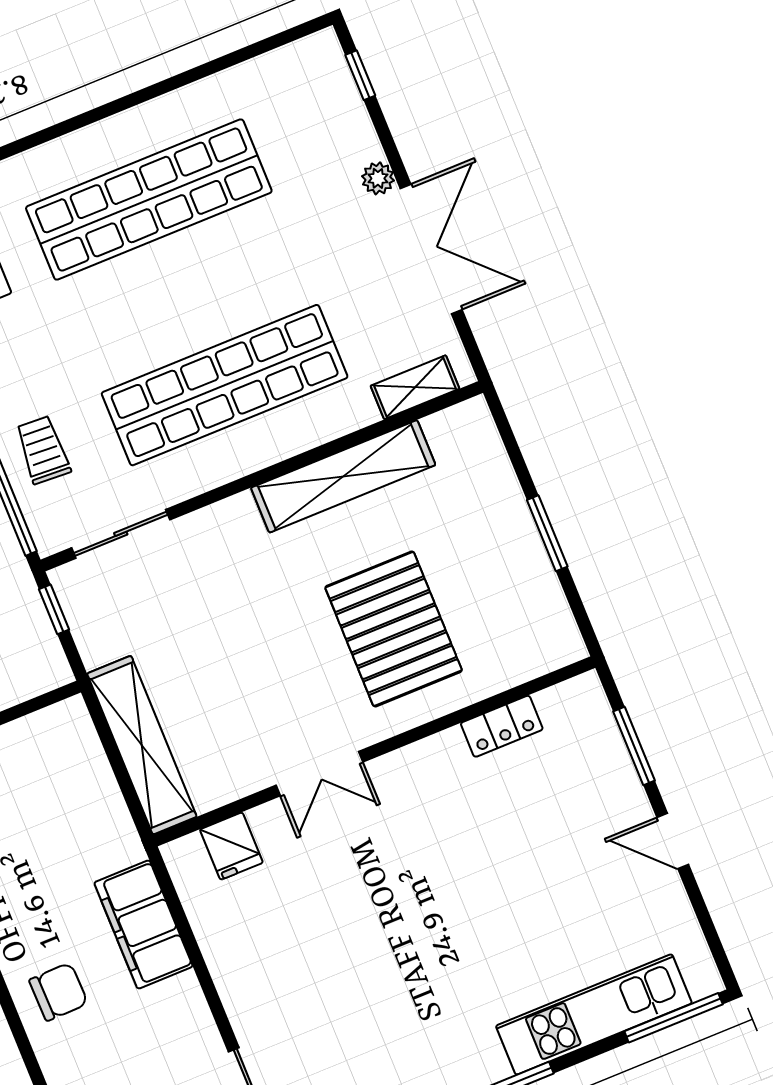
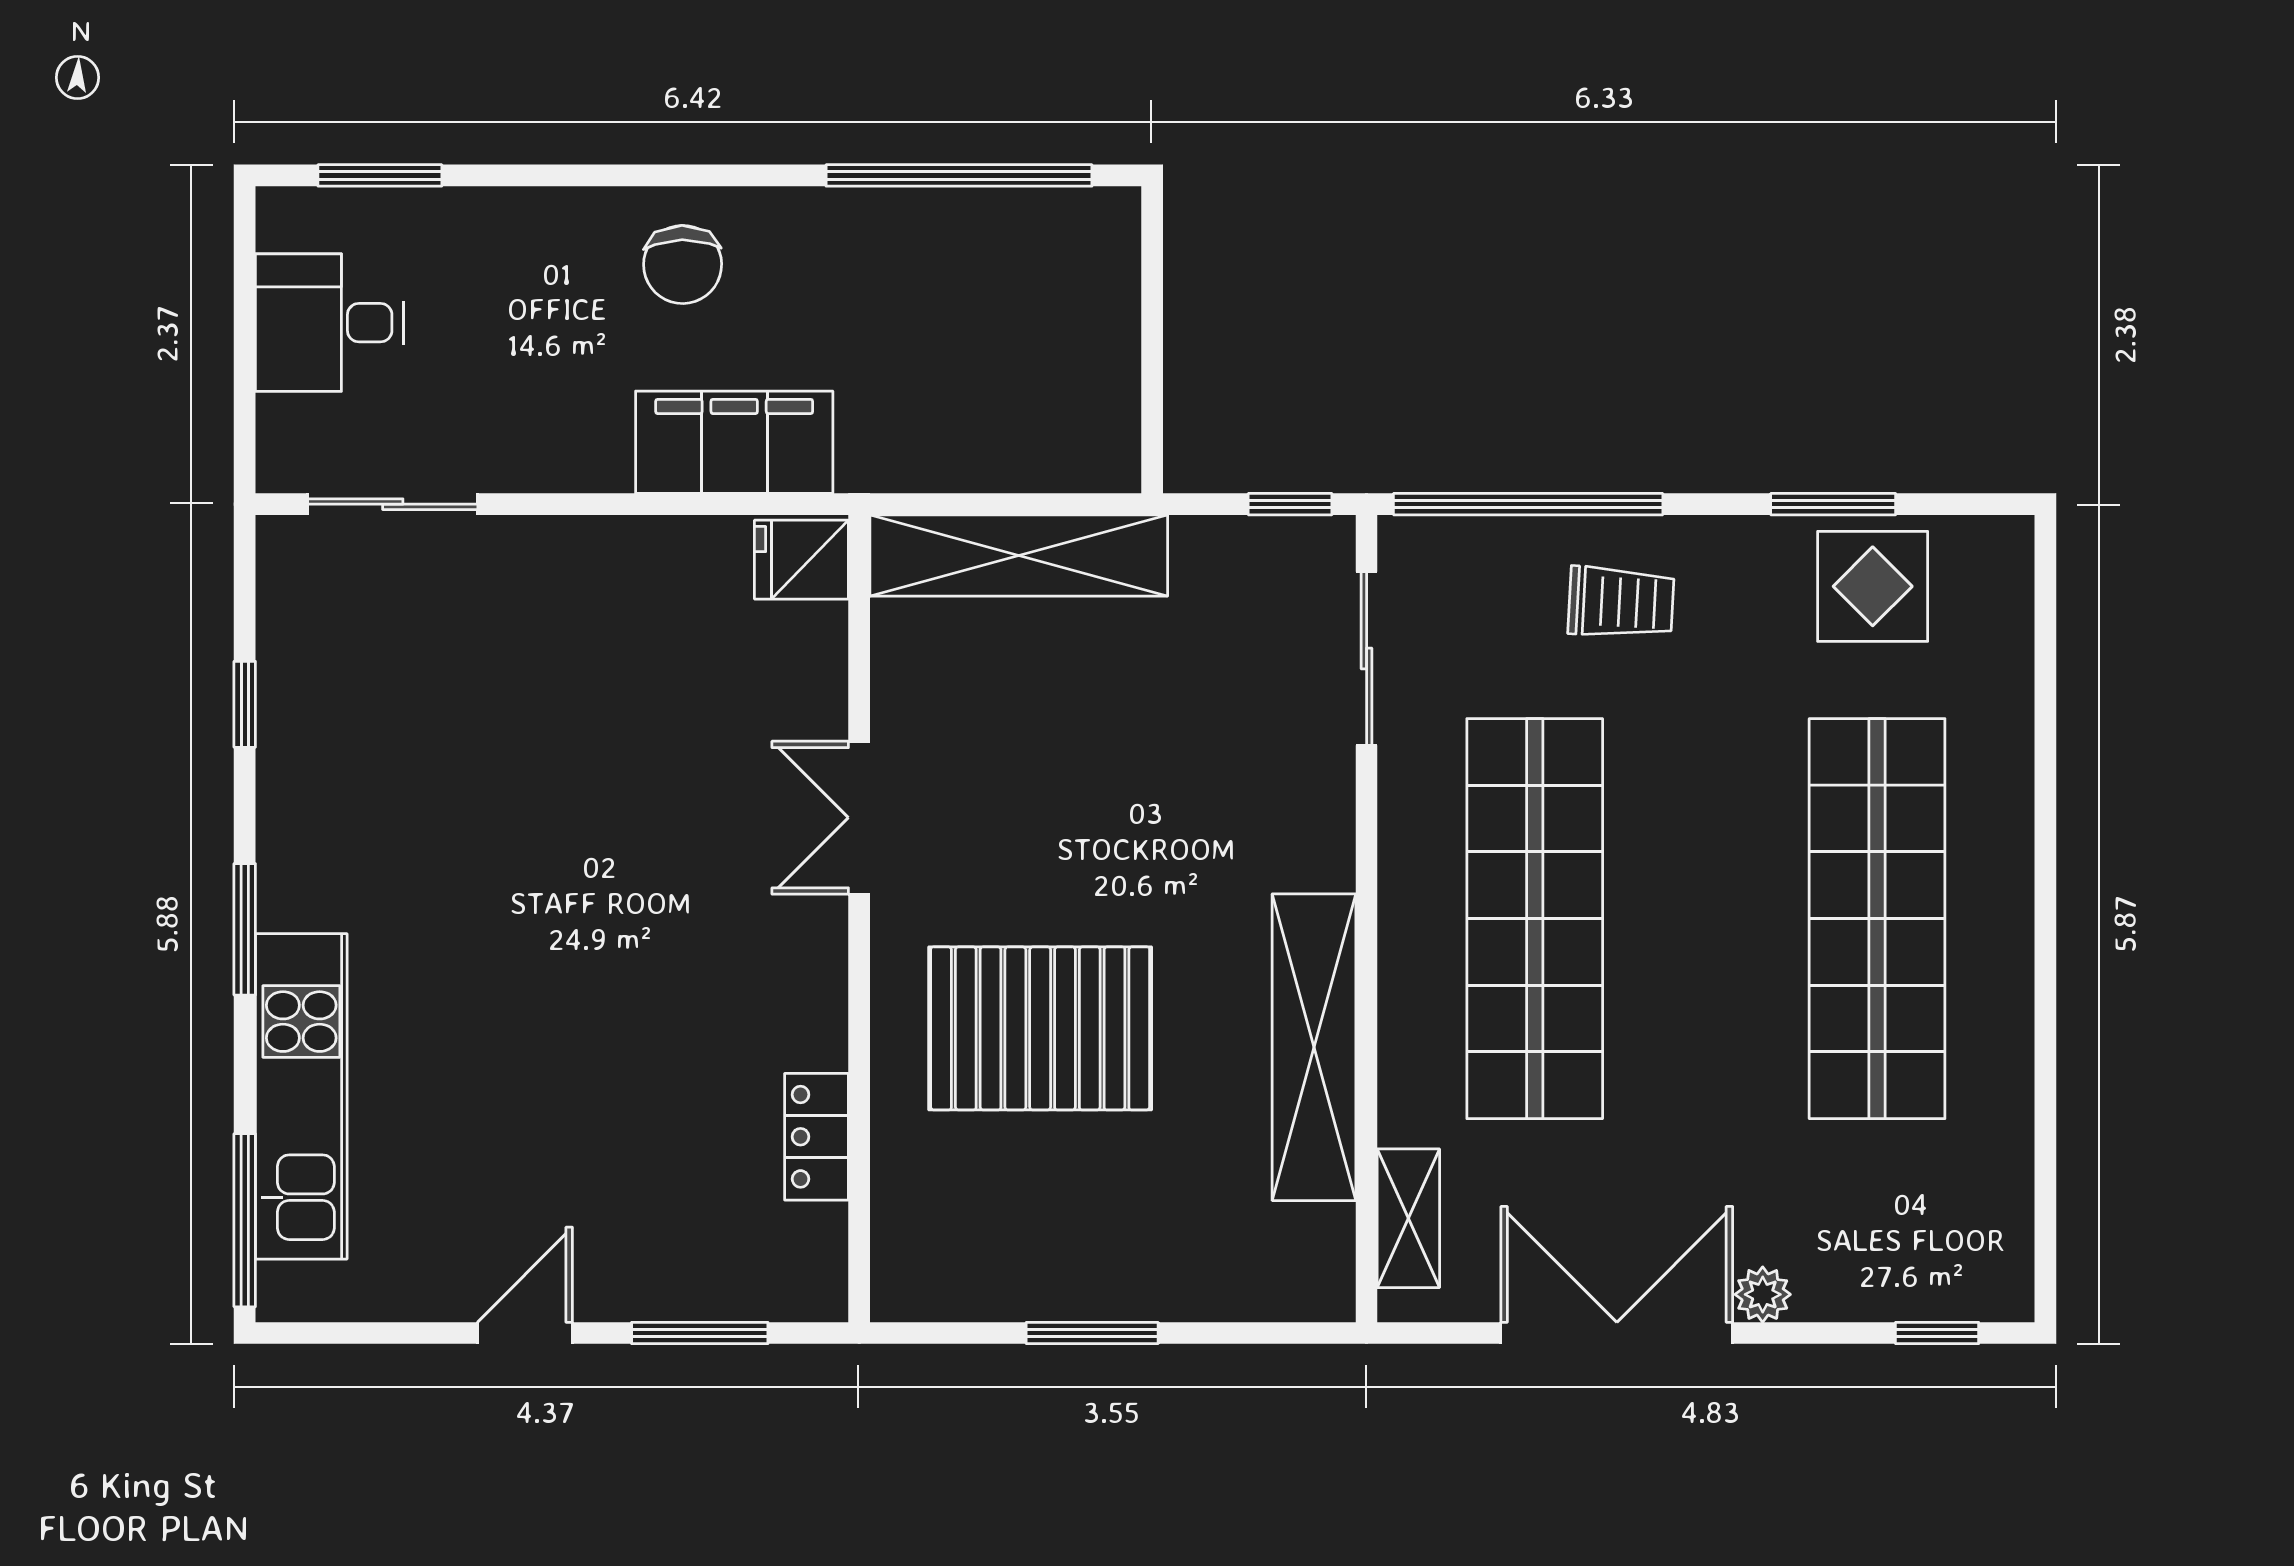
double door: (431, 249) -> (1617, 1333), swing flipped
trolley: (43, 450) -> (1621, 602), moved
fridge: (231, 846) -> (801, 560), moved

